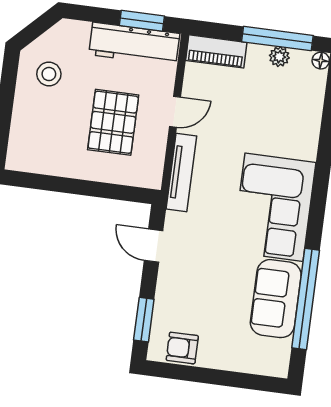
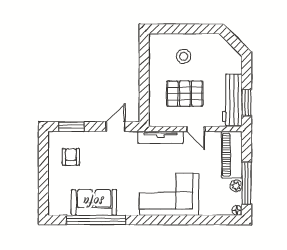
piano: (216, 51) -> (232, 155), width x1.37, depth x1.33
stool: (49, 74) -> (184, 56), moved
corner sofa: (274, 207) -> (169, 194), moved
armchair: (182, 348) -> (71, 157), moved

